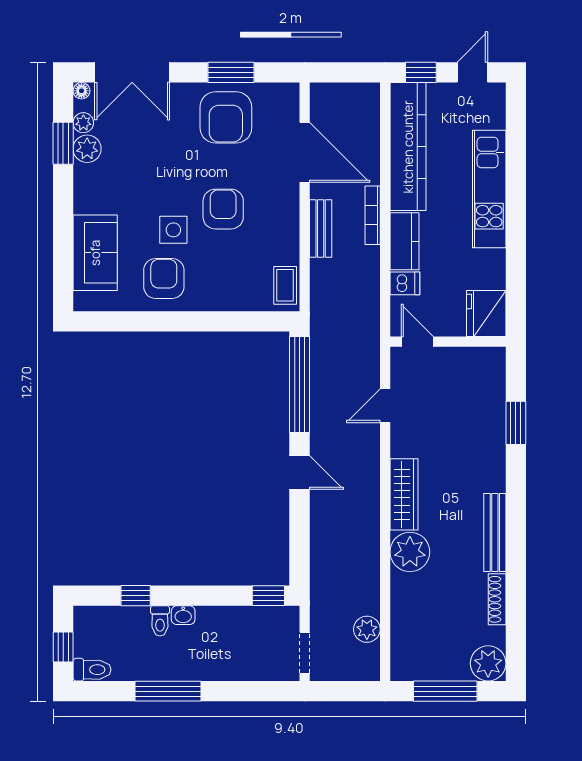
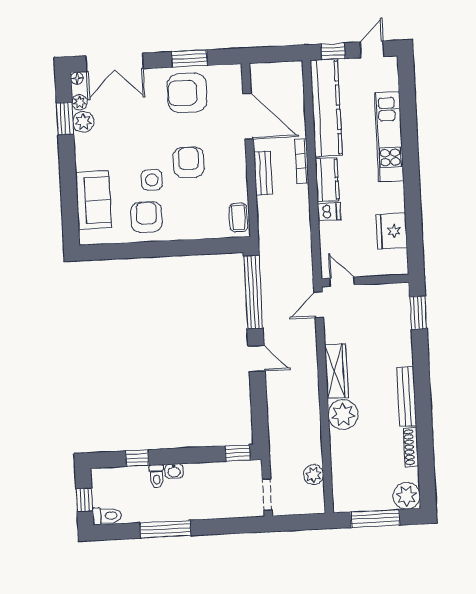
armchair: (226, 117) -> (187, 93), turned 90
door: (417, 342) -> (342, 282), moved
wall: (448, 342) -> (365, 281), moved

